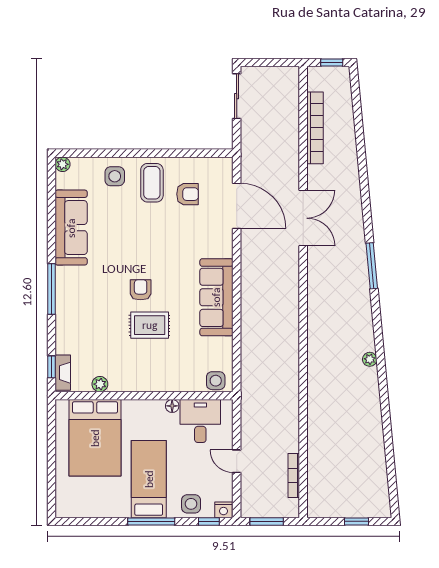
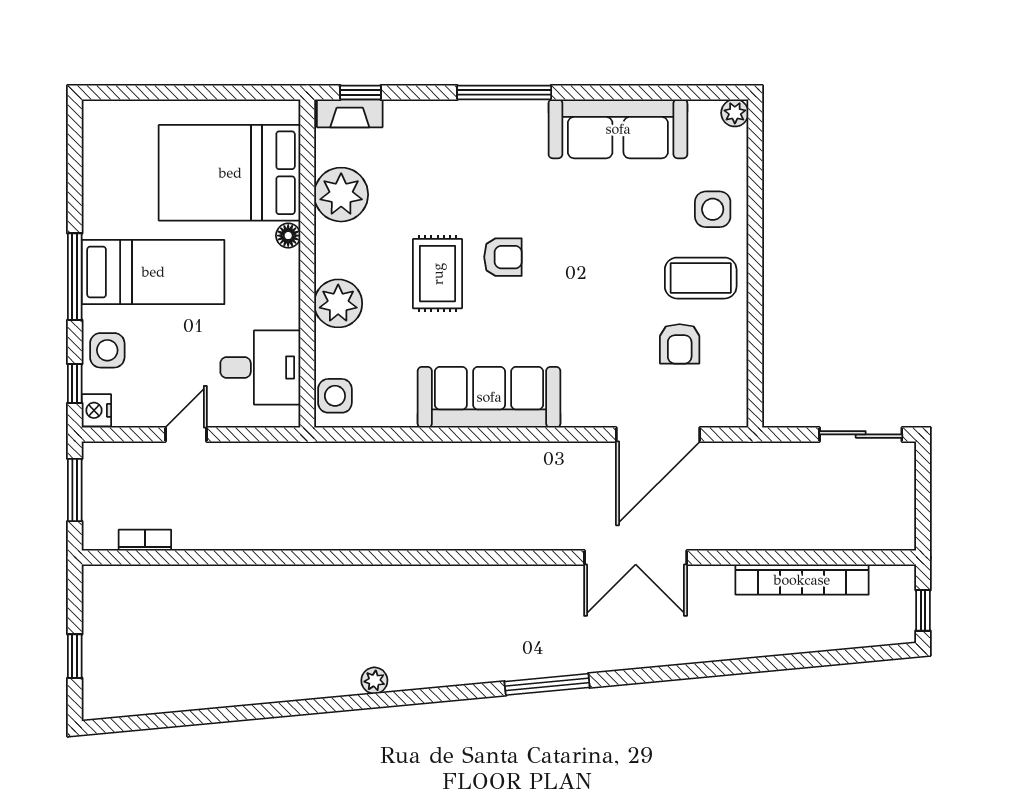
plant: (166, 379) -> (338, 303), added
plant: (100, 384) -> (341, 195), width x1.88, depth x1.88
floor lamp: (172, 406) -> (288, 236), moved
bookcase: (294, 476) -> (145, 540), width x0.64

